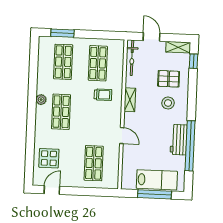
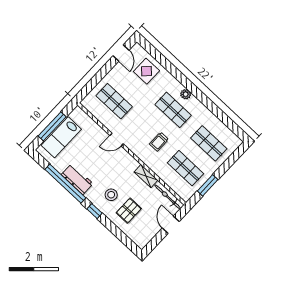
window: (62, 33) -> (208, 185), moved
door: (151, 37) -> (171, 225), swing flipped
shelving: (178, 47) -> (146, 238), removed
window: (194, 61) -> (95, 211), moved
trolley: (103, 95) -> (159, 142), moved
plant: (41, 100) -> (186, 94), moved
shelving: (130, 100) -> (146, 176), moved

